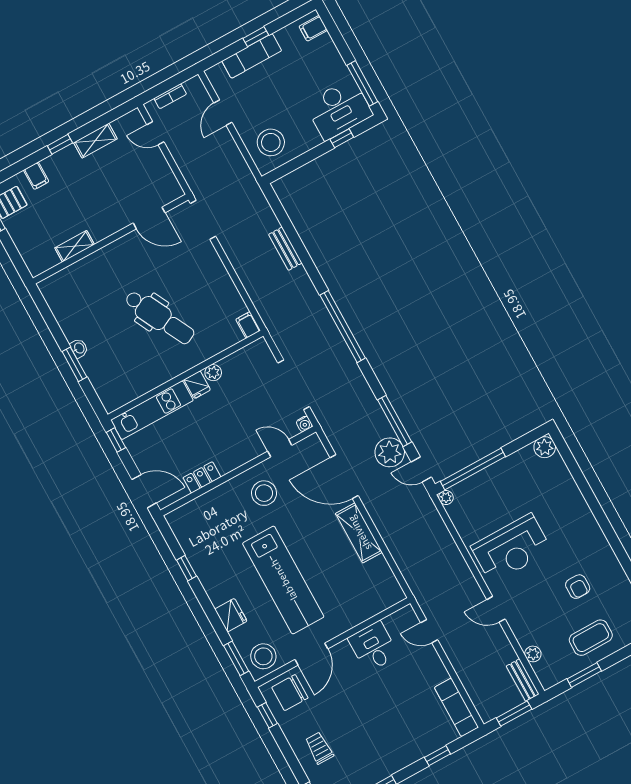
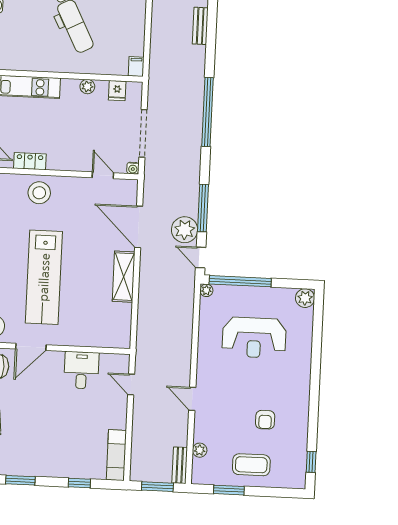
fridge: (197, 385) -> (117, 91), moved
stool: (264, 493) -> (39, 193), moved
reception desk: (511, 548) -> (254, 338), moved

